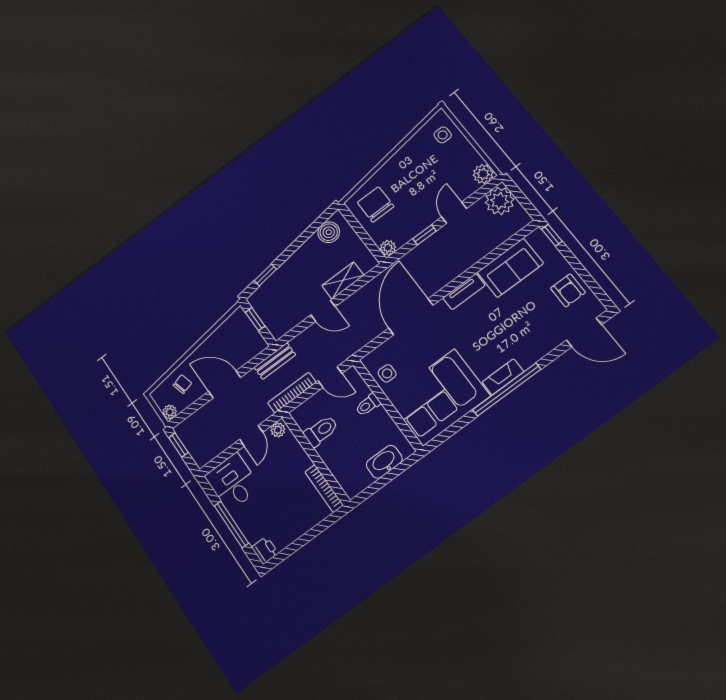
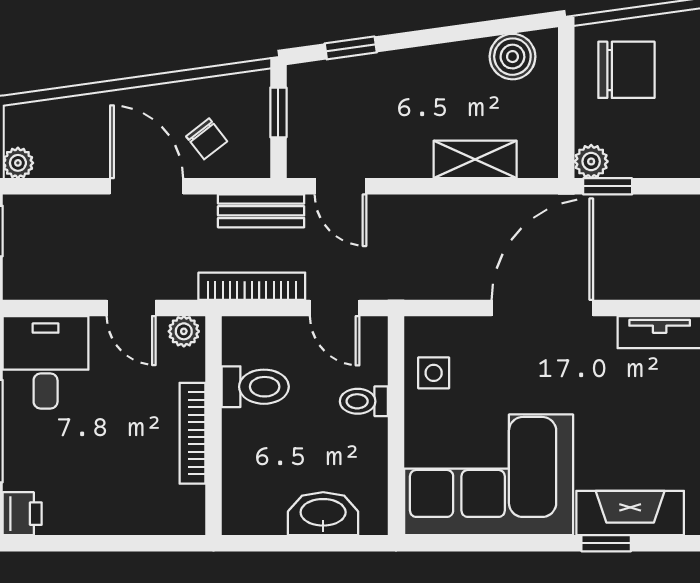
chair: (376, 204) -> (626, 70), turned 90
window: (424, 235) -> (608, 186), moved
door: (323, 311) -> (341, 186), moved
fireplace: (503, 377) -> (630, 513), width x1.37, depth x1.32
chair: (182, 384) -> (207, 139), moved, turned 67
window: (507, 390) -> (606, 543), width x0.32
door: (251, 436) -> (131, 308), hinge flipped
bookcase: (324, 488) -> (193, 433), moved

